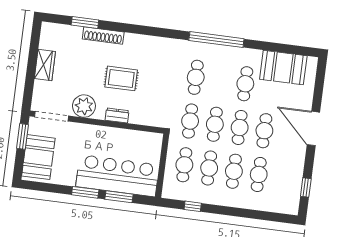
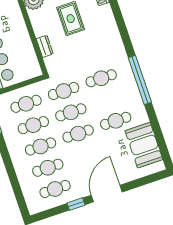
dresser: (117, 115) -> (45, 46), moved
cafe table: (264, 131) -> (55, 189), moved
window: (306, 187) -> (76, 204), moved

